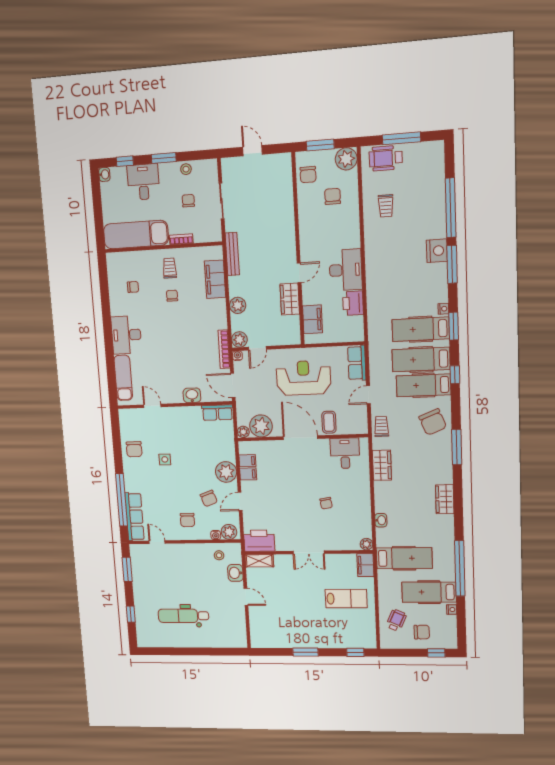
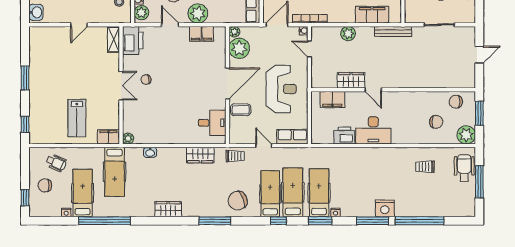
plant: (239, 340) -> (318, 33), removed
chair: (326, 503) -> (146, 79), moved
double door: (309, 552) -> (121, 86), swing flipped
washbasin: (235, 573) -> (36, 12), moved, turned 90
chair: (422, 632) -> (45, 185), turned 91

